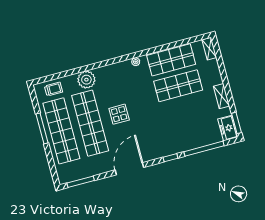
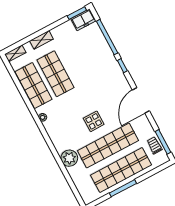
trolley: (54, 89) -> (154, 145), moved
shelving: (222, 96) -> (41, 40), moved
door: (129, 169) -> (141, 100), hinge flipped

